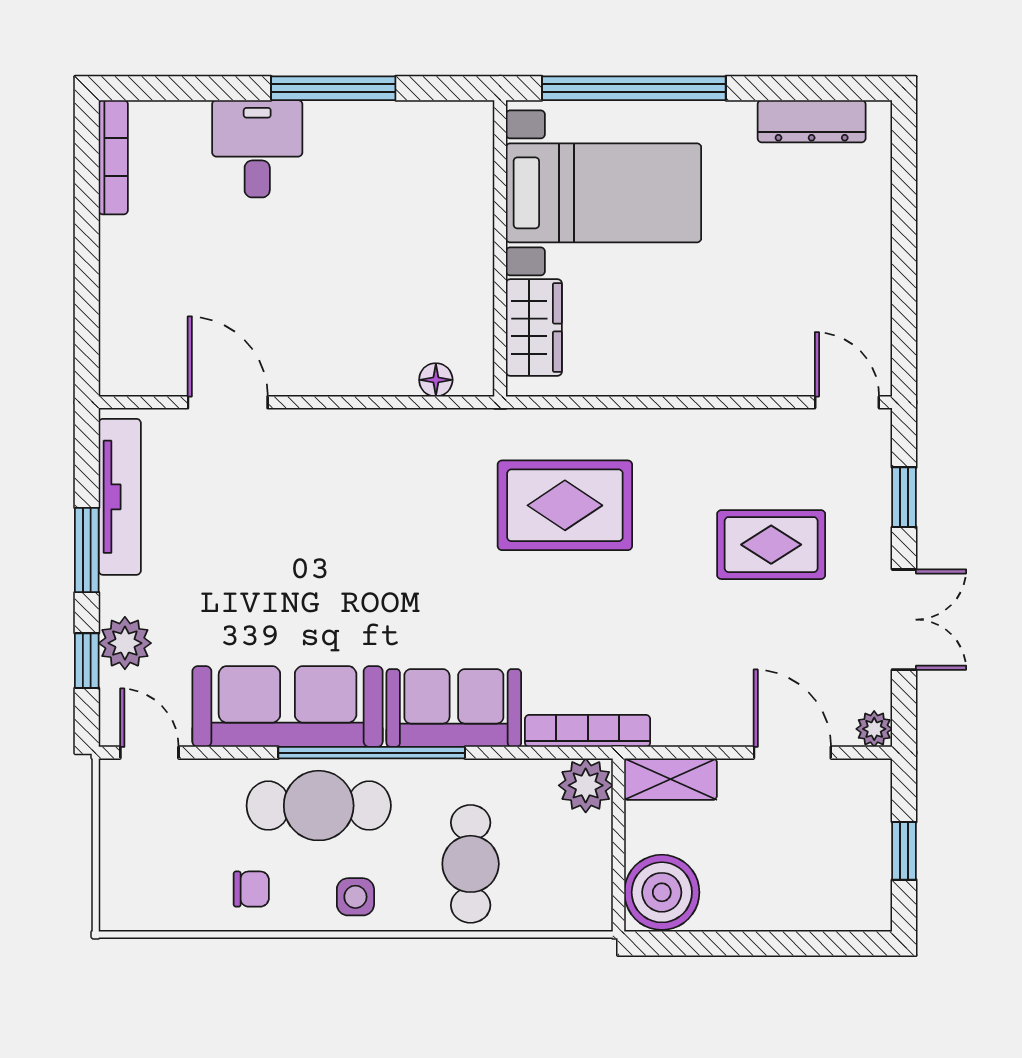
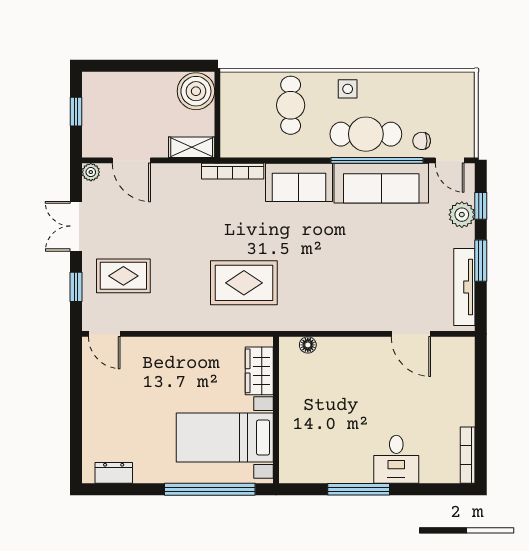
dresser: (812, 121) -> (114, 473), width x0.70
rug: (771, 545) -> (123, 276), moved
window: (372, 753) -> (377, 160), moved
plant: (586, 785) -> (234, 144), removed
chair: (251, 889) -> (422, 141), moved

